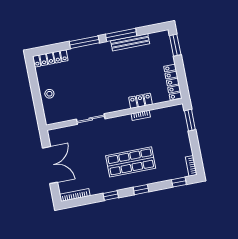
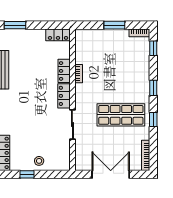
locker: (173, 82) -> (58, 35), width x0.66
window: (34, 85) -> (27, 174), added
locker: (117, 105) -> (64, 96), added
window: (190, 120) -> (114, 25), moved
shop shelf: (131, 162) -> (121, 115), moved, turned 90

